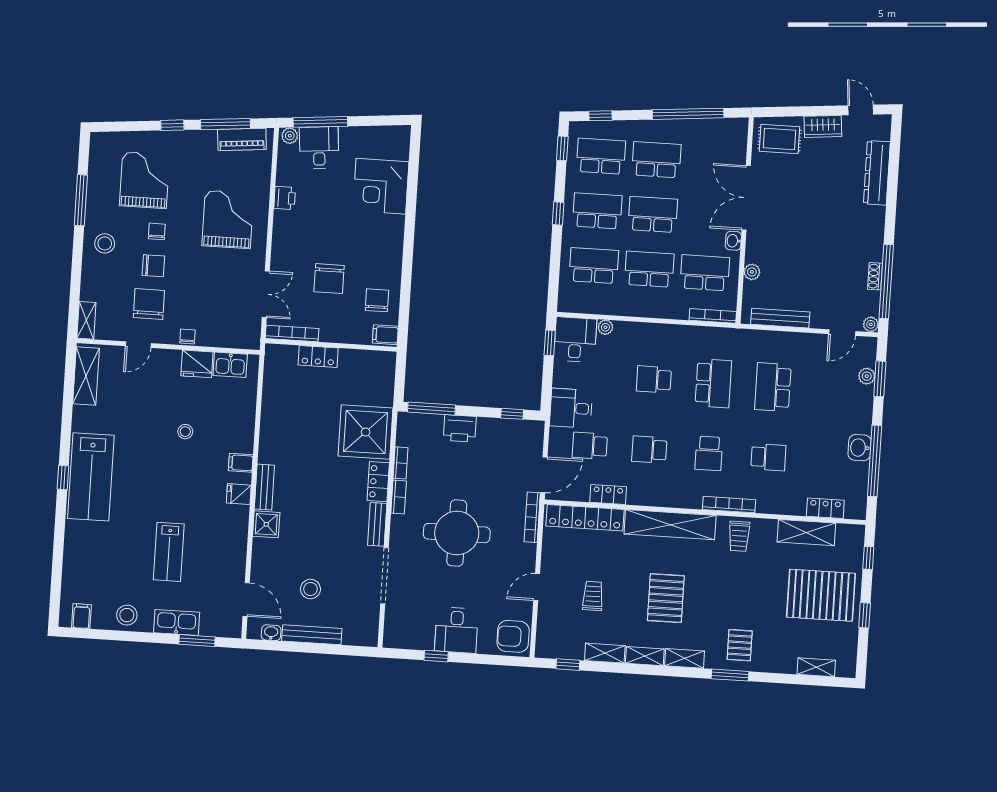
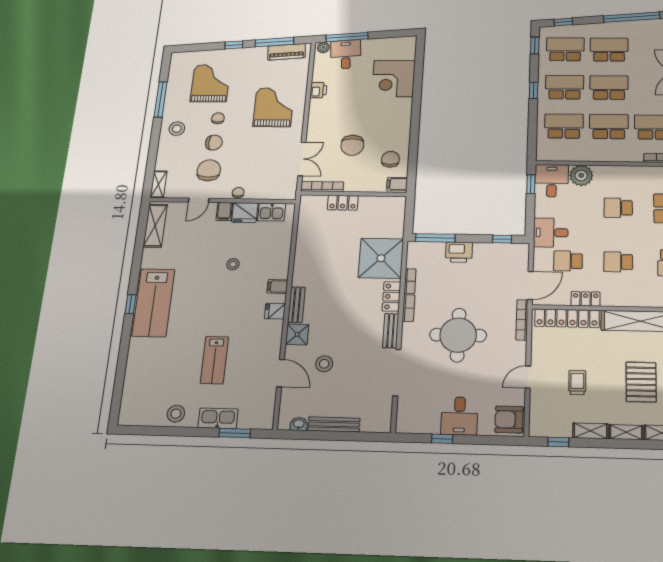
plant: (605, 327) -> (581, 175), width x1.87, depth x1.87
stool: (310, 589) -> (324, 364), moved
door: (246, 600) -> (281, 373), moved
filing cabinet: (81, 616) -> (224, 211), moved, turned 180

